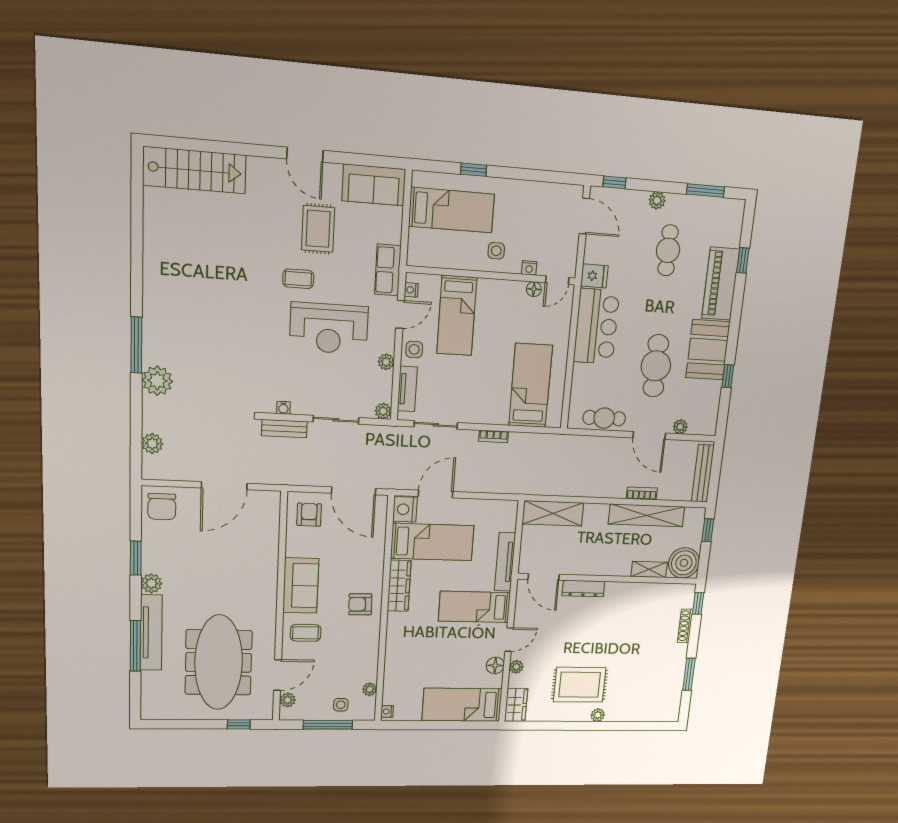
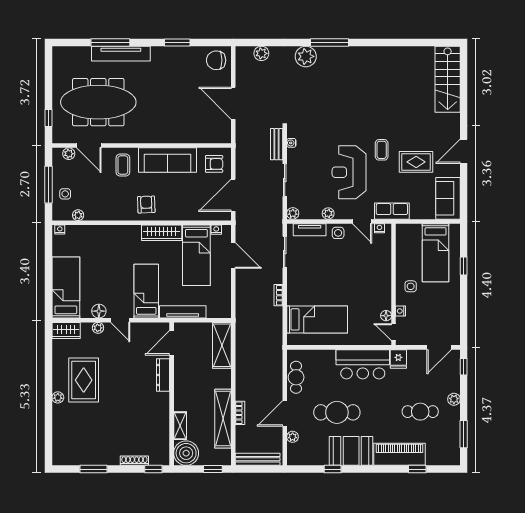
bed: (457, 316) -> (364, 262), removed
nightstand: (405, 509) -> (216, 230), width x0.53, depth x0.56
plant: (151, 583) -> (159, 54), removed
sofa: (301, 586) -> (167, 160), width x1.36

